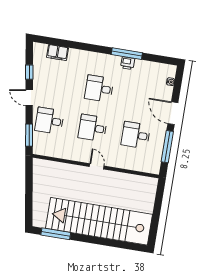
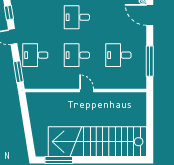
door: (173, 113) -> (150, 15), moved

